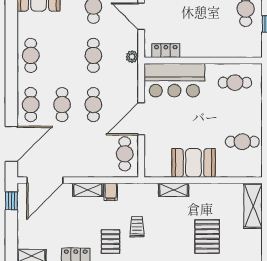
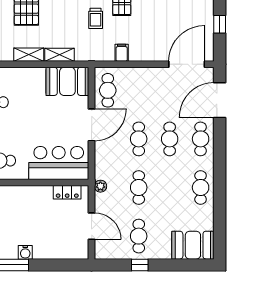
booth: (194, 163) -> (67, 81), moved
shelving: (88, 190) -> (29, 55), moved
window: (11, 201) -> (220, 24), moved

